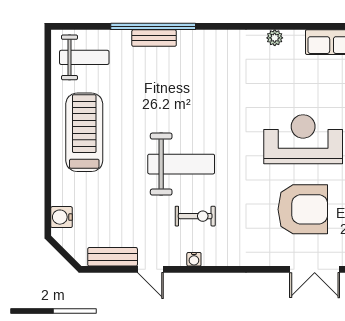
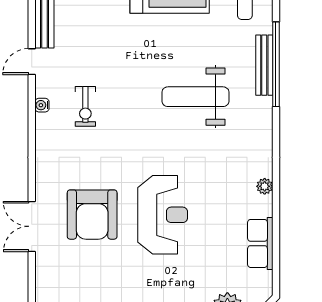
bench: (154, 38) -> (264, 65), width x1.36
weight bench: (181, 164) -> (195, 97), moved, turned 90

